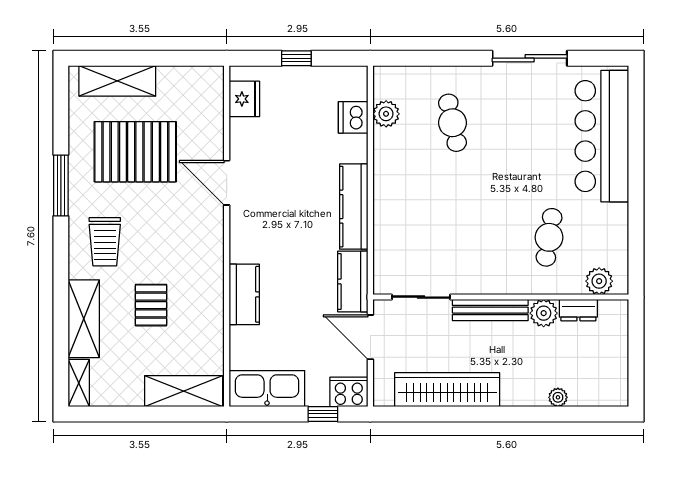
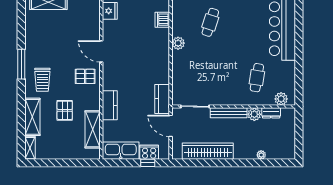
plant: (386, 114) -> (178, 43), moved
cafe table: (452, 123) -> (210, 22), turned 30
pallet: (135, 152) -> (85, 76), moved, width x0.49, depth x0.50
window: (61, 185) -> (21, 64), moved
kitchen counter: (354, 207) -> (163, 63), removed
shelving: (184, 391) -> (93, 129), moved, turned 90
cooker: (349, 392) -> (149, 152), moved

